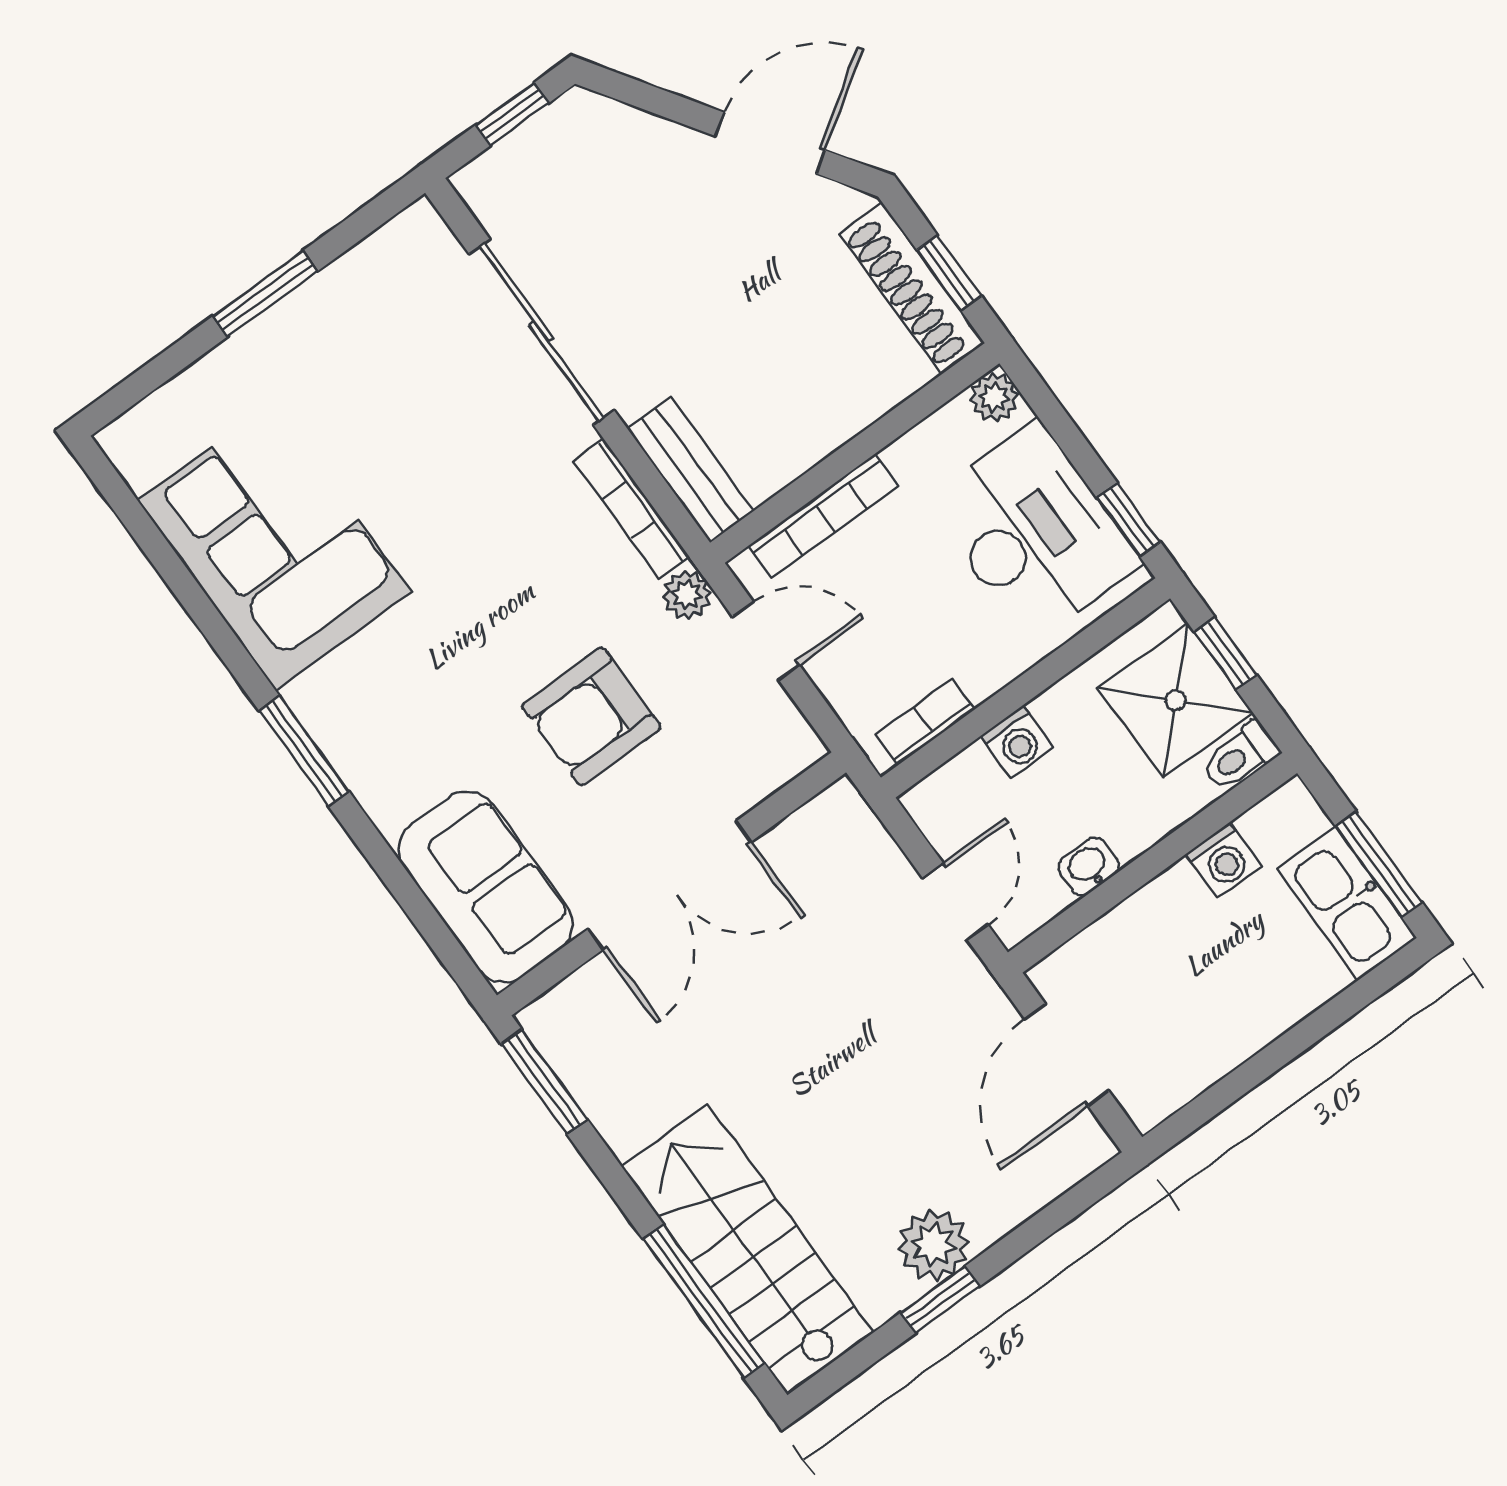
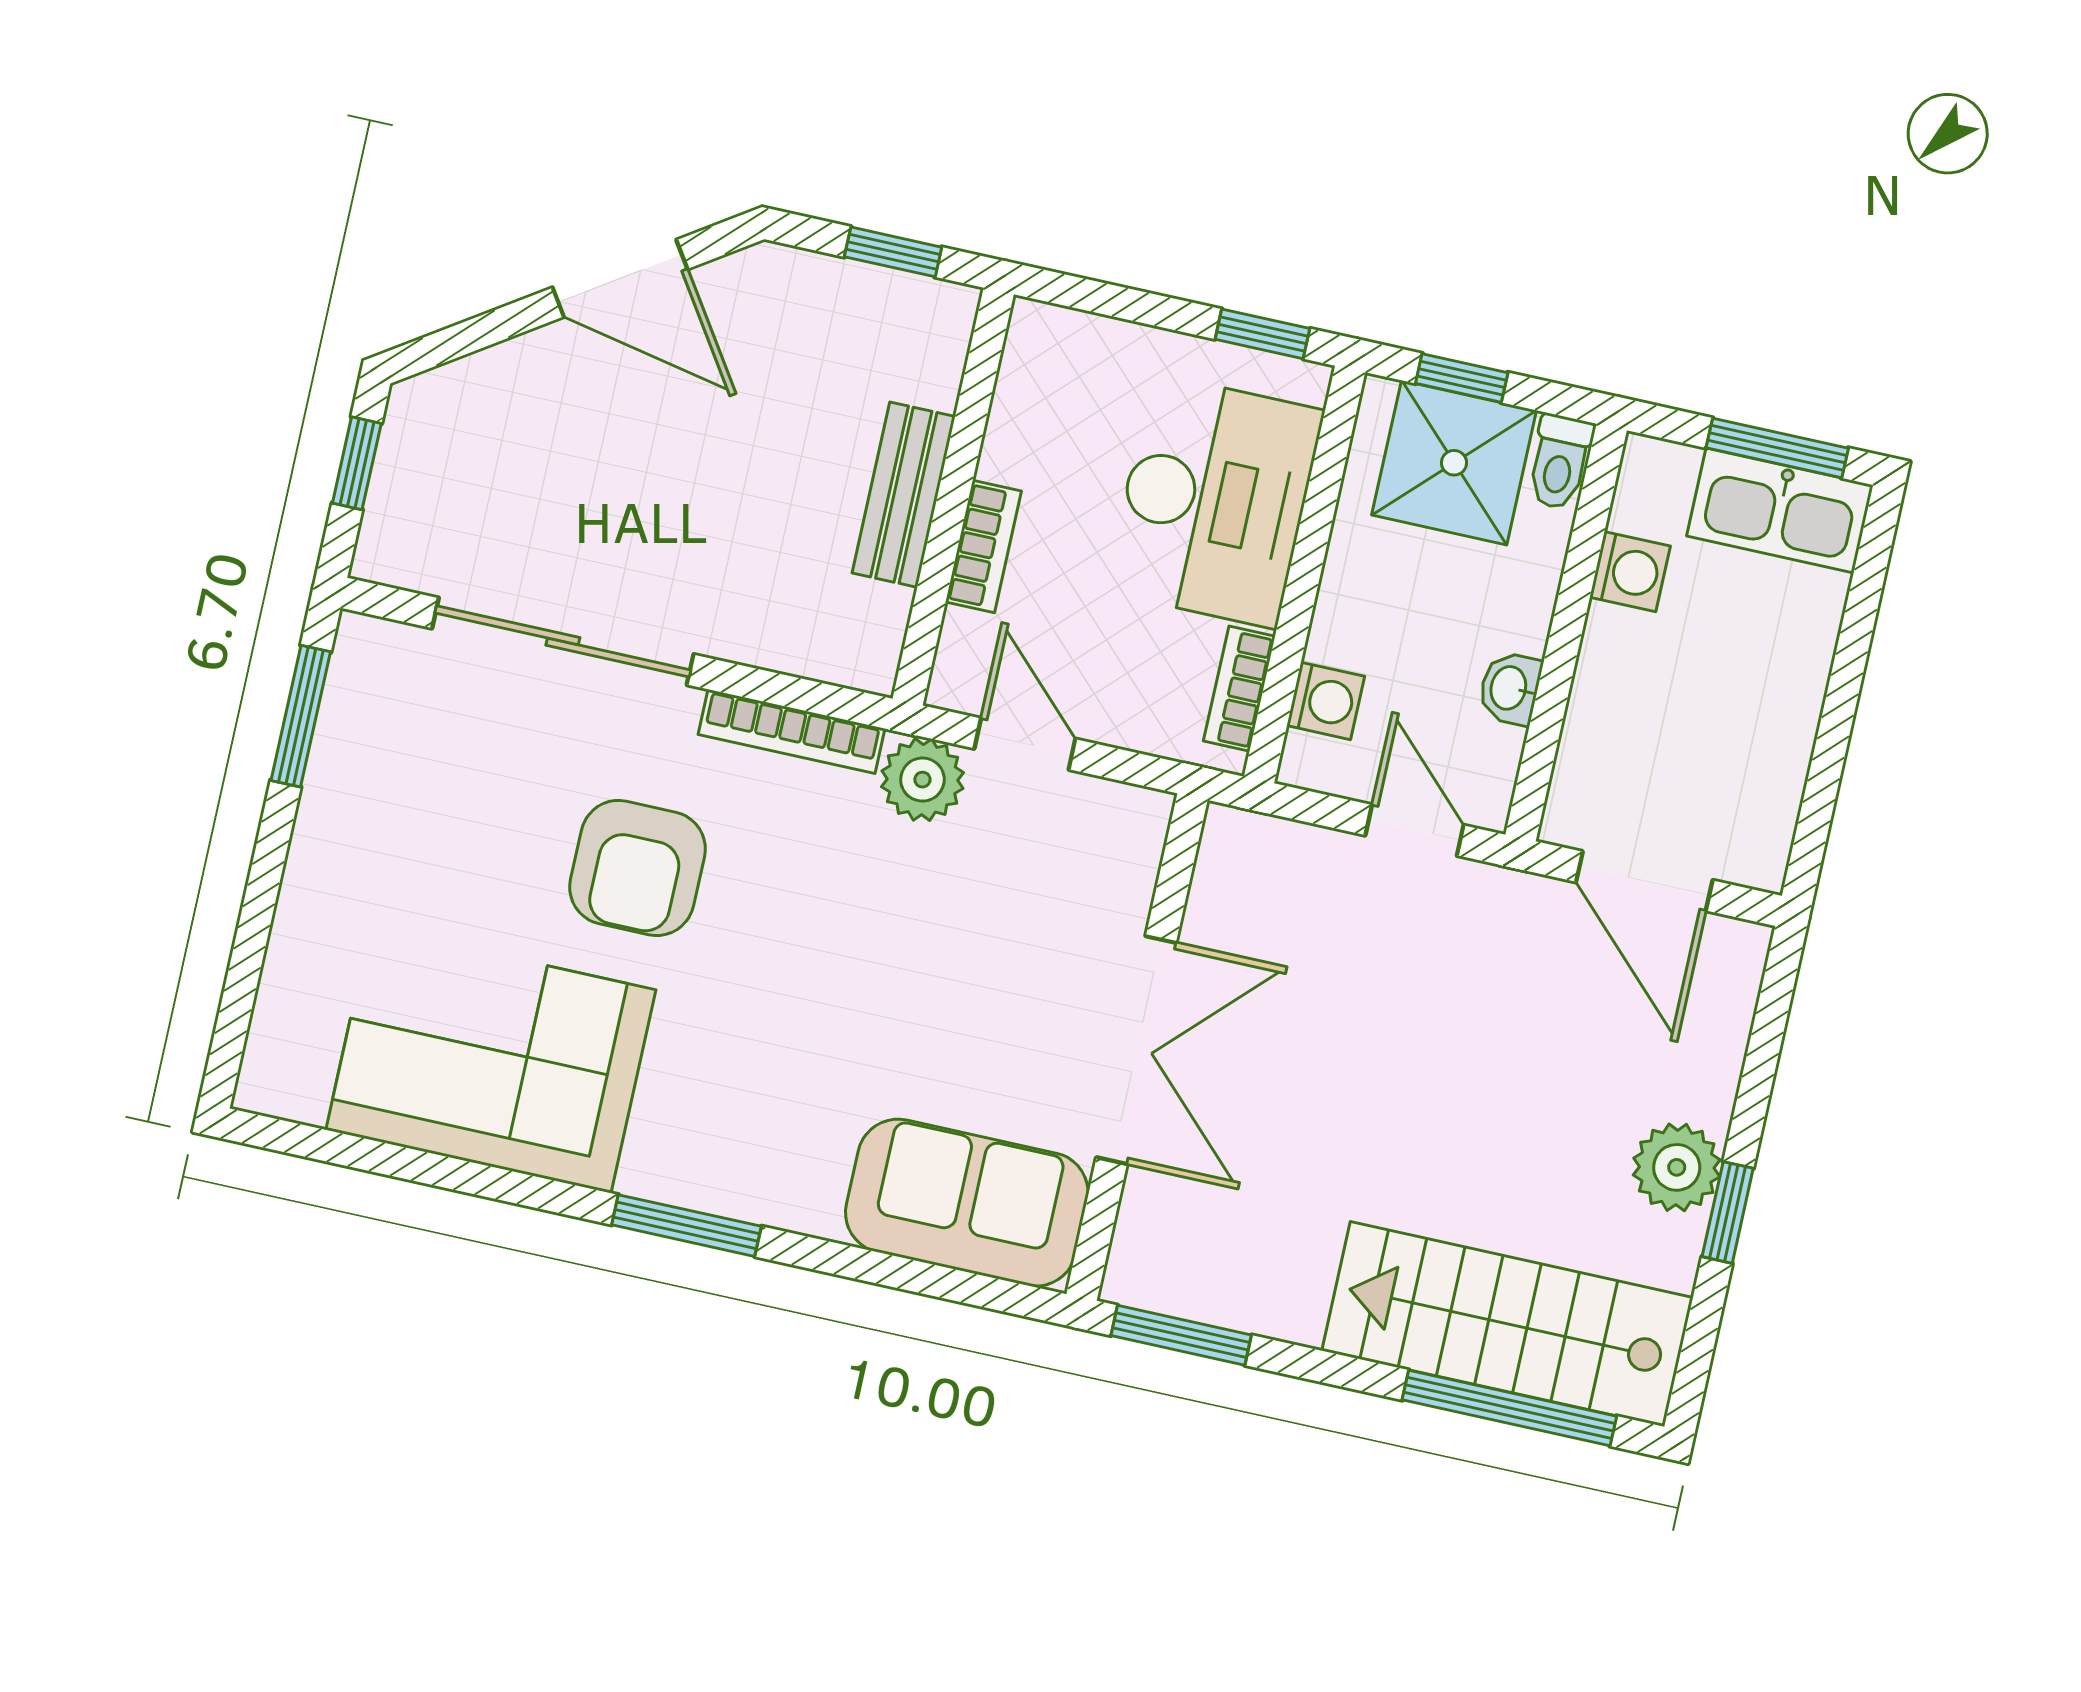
door: (770, 143) -> (620, 278), swing flipped
shoe rack: (912, 288) -> (871, 297), removed
window: (265, 294) -> (301, 716), moved
plant: (994, 397) -> (1037, 330), removed
bench: (690, 470) -> (904, 495), moved, turned 90
bookcase: (823, 516) -> (983, 547), width x0.64
desk: (1034, 532) -> (1215, 501), moved, turned 90
plant: (687, 595) -> (922, 780), width x1.38, depth x1.38
door: (766, 641) -> (1025, 744), hinge flipped
armchair: (591, 716) -> (637, 868), moved
washing machine: (1017, 742) -> (1326, 701), moved

